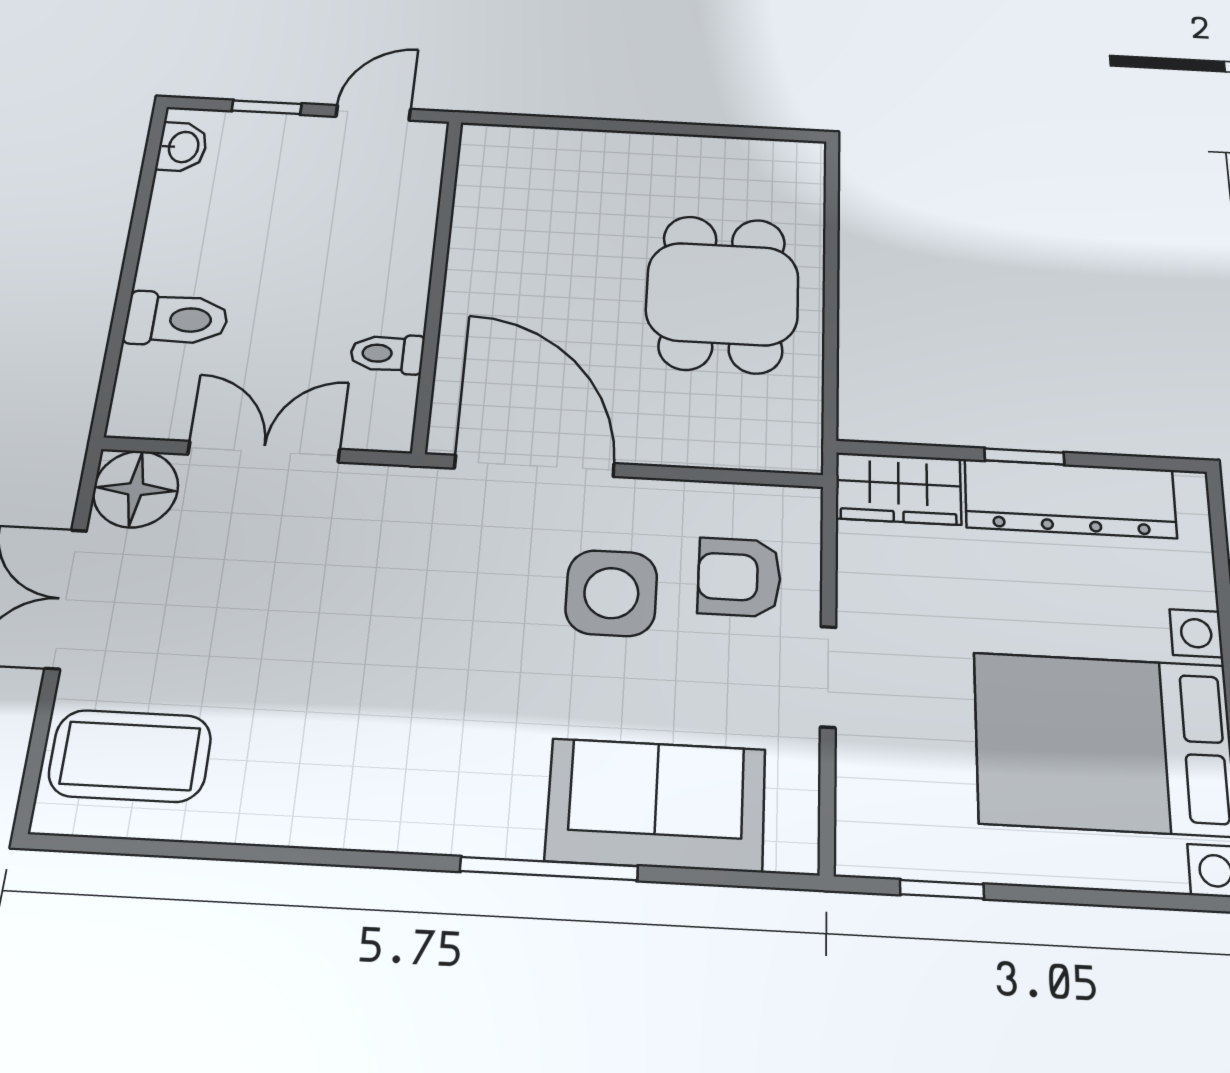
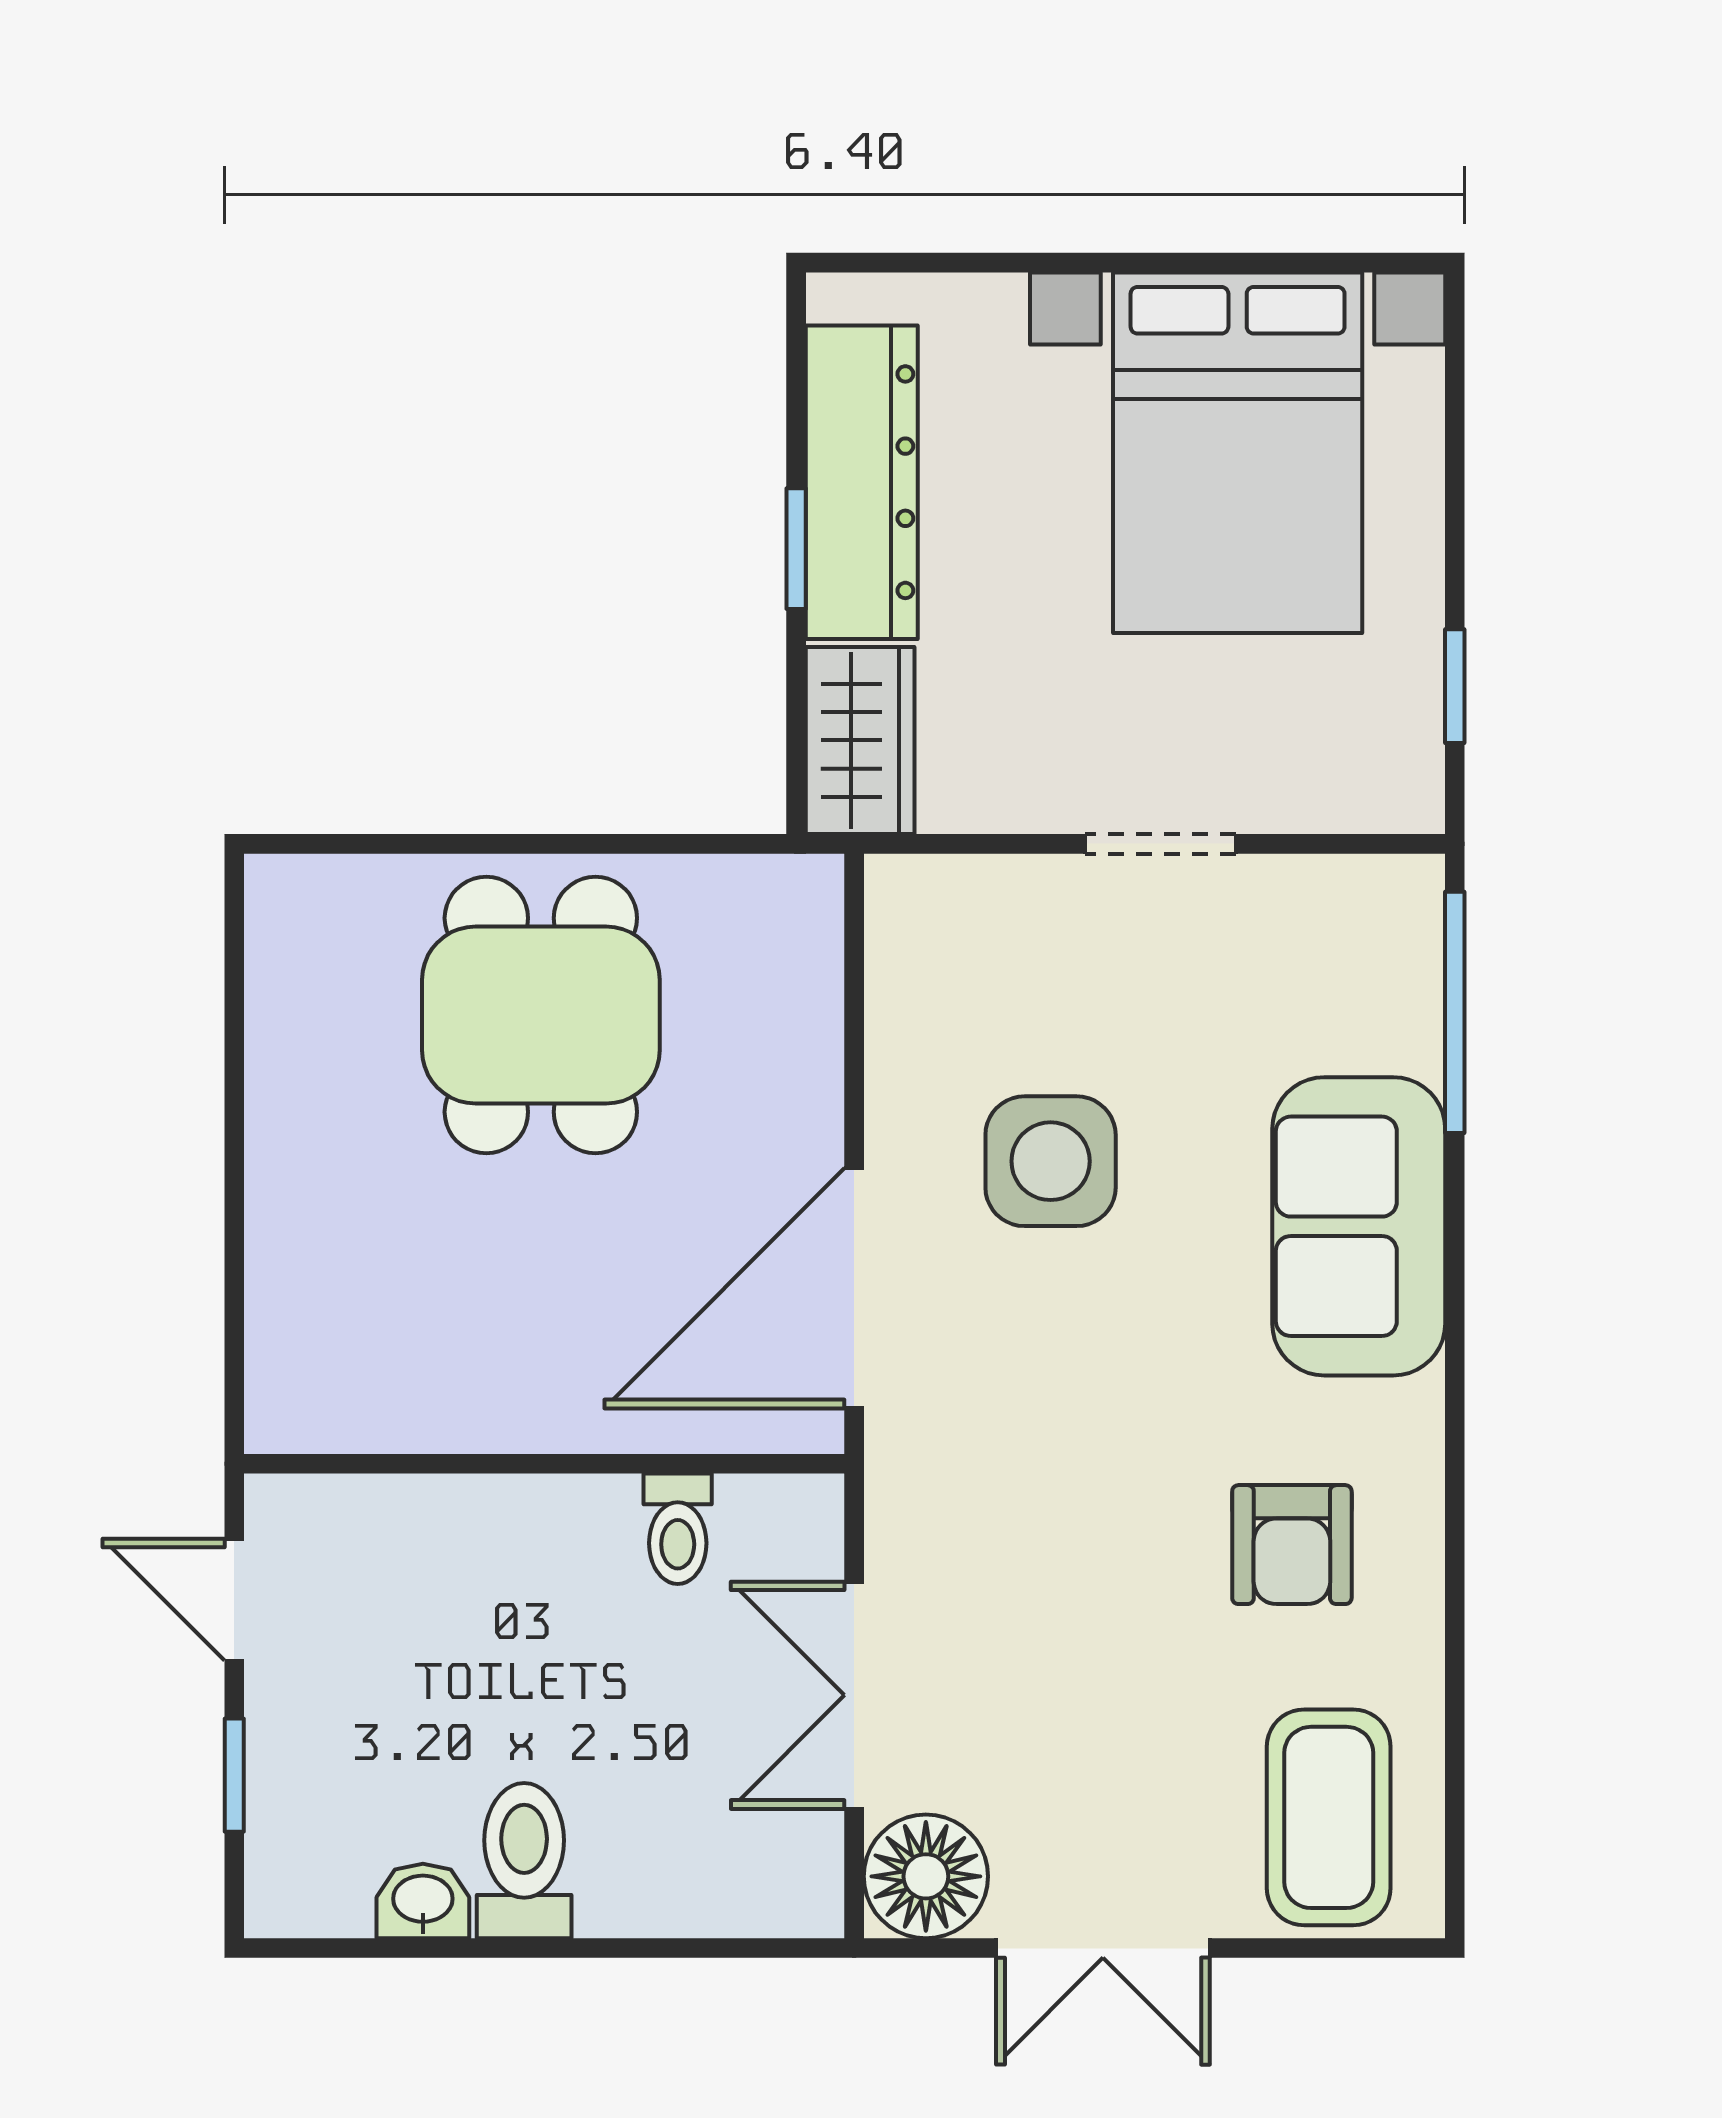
washbasin: (182, 147) -> (423, 1901), moved
dining table: (722, 294) -> (541, 1015), turned 90
toilet: (177, 319) -> (524, 1861), moved
armchair: (739, 577) -> (1292, 1545), moved
sofa: (656, 805) -> (1359, 1226), moved
window: (549, 869) -> (1455, 1012), moved

